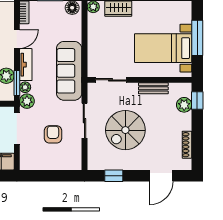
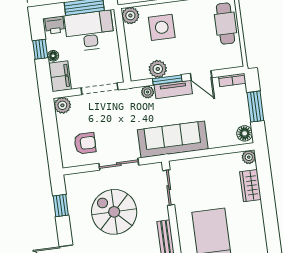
window: (17, 83) -> (167, 80), moved
plant: (27, 101) -> (62, 105), moved
armchair: (53, 134) -> (85, 143), moved

